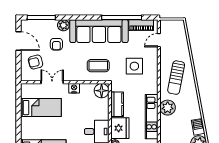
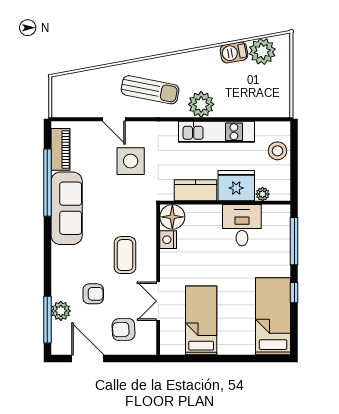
plant: (63, 25) -> (61, 311), moved
sofa: (99, 31) -> (67, 208), width x0.74, depth x0.79
door: (159, 40) -> (114, 119), moved
door: (18, 41) -> (88, 359), hinge flipped
armchair: (36, 62) -> (124, 329), turned 102
coffee table: (98, 66) -> (125, 255), moved
nightstand: (74, 88) -> (168, 240), moved

